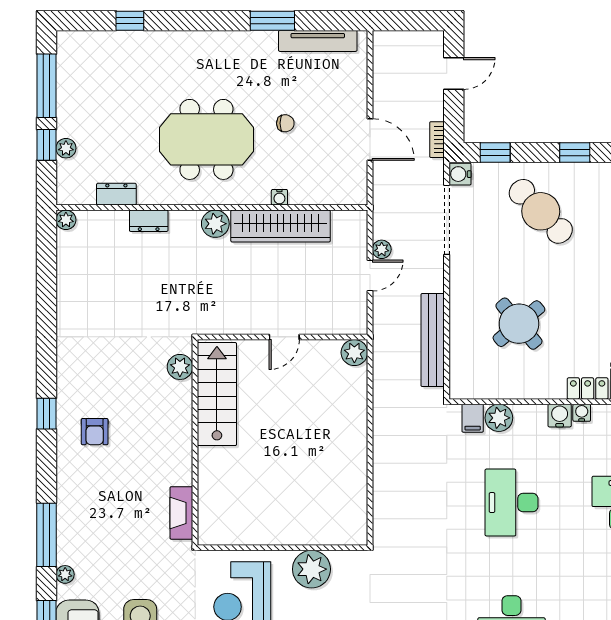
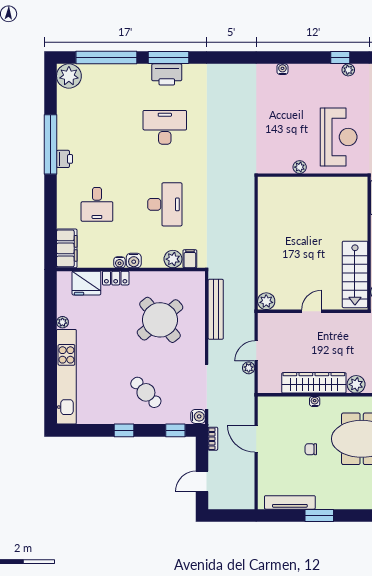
cafe table: (541, 211) -> (146, 392), width x0.73, depth x0.74
round table: (519, 324) -> (160, 320), width x1.36, depth x1.36
plant: (311, 569) -> (300, 167), width x0.53, depth x0.53

